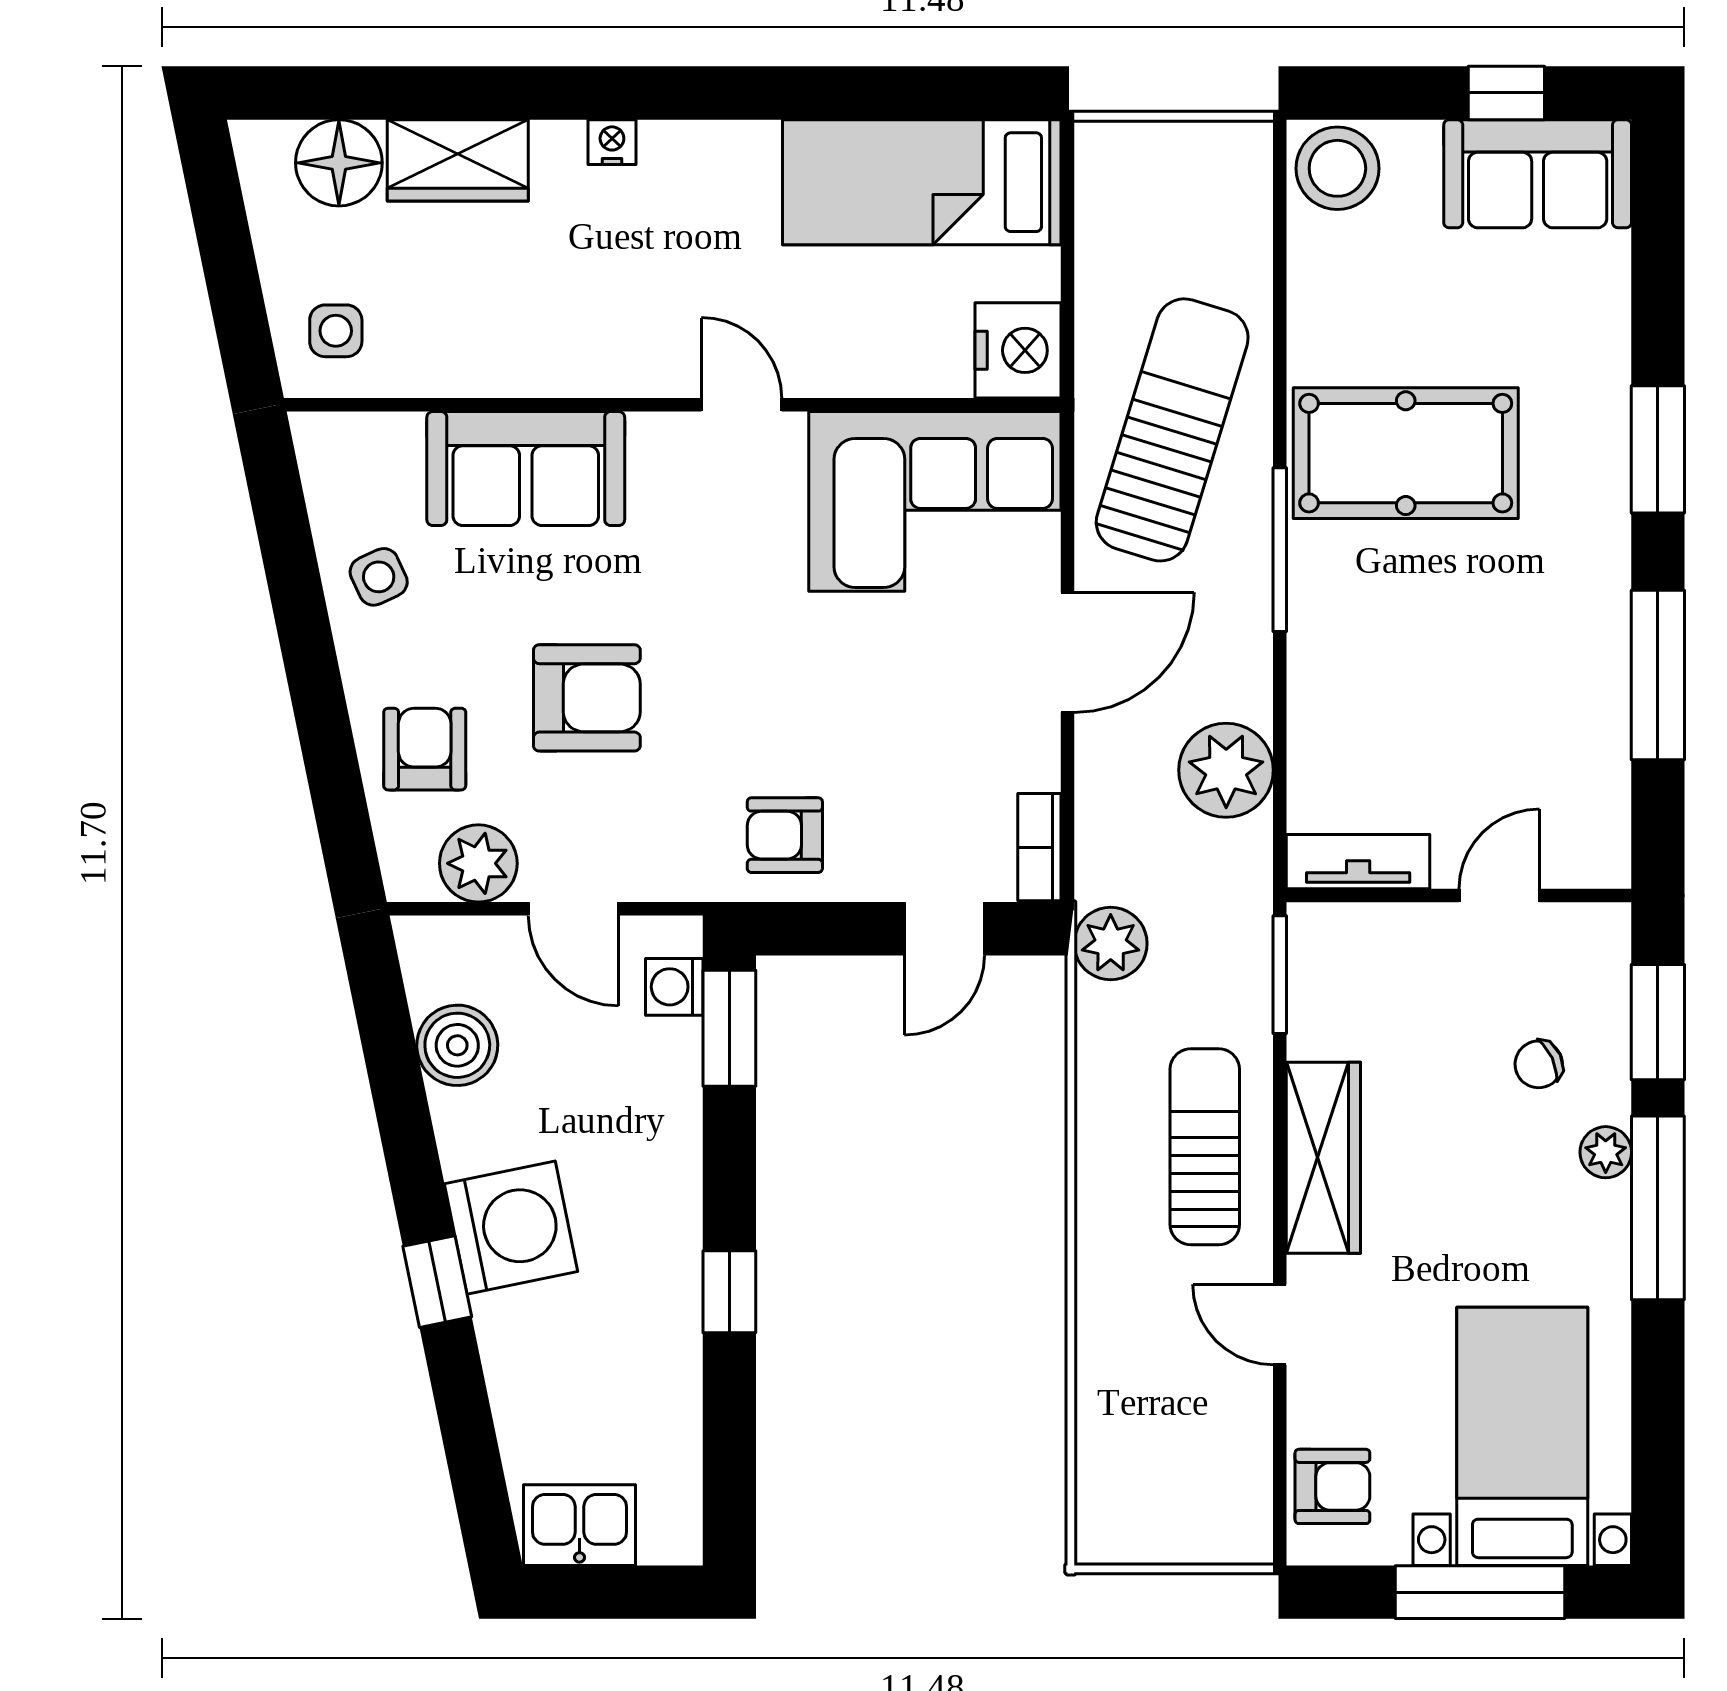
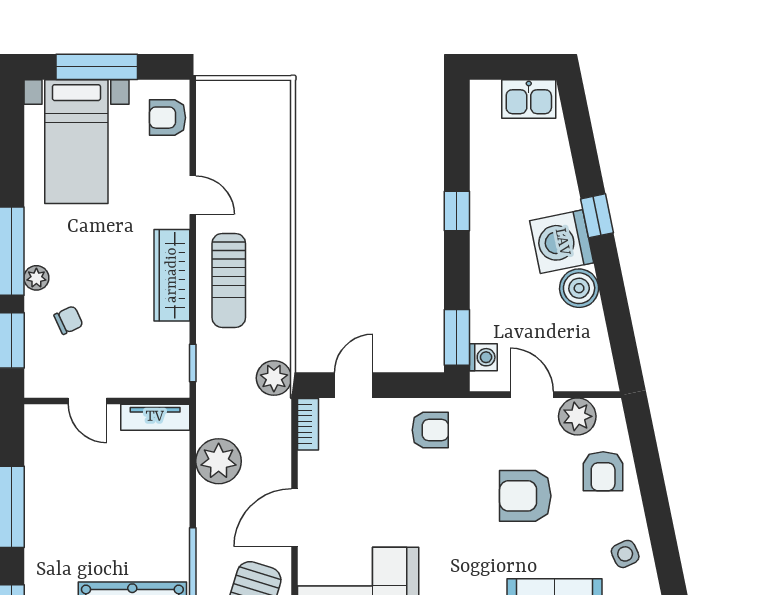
door: (1499, 896) -> (87, 401), hinge flipped
window: (1280, 975) -> (193, 363), width x0.67
boiler: (457, 1045) -> (579, 288), moved

